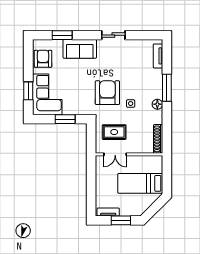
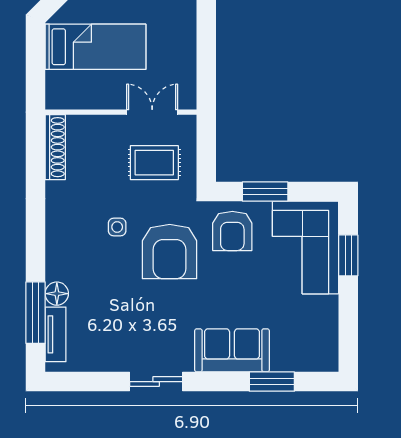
armchair: (43, 59) -> (232, 231), moved
window: (167, 88) -> (36, 313), moved
floor lamp: (157, 104) -> (57, 294), moved

